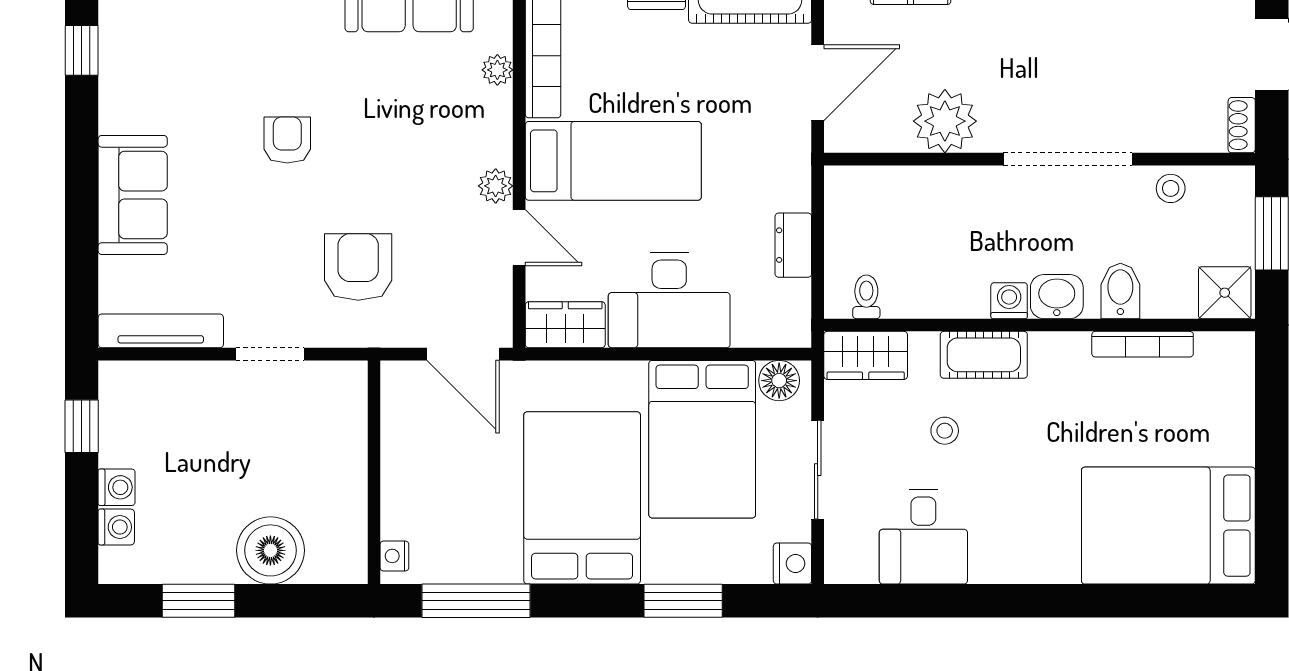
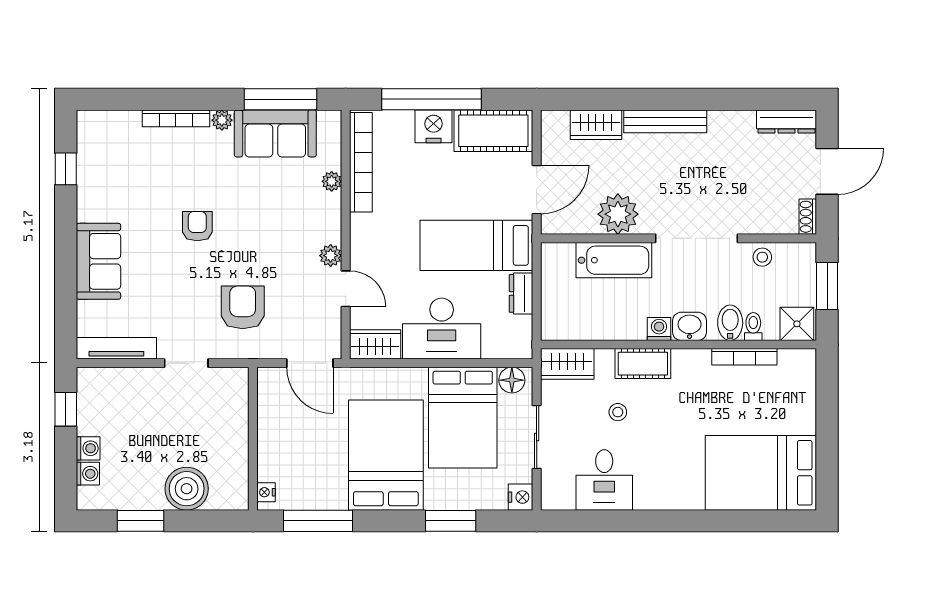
bed: (613, 161) -> (476, 245), moved, turned 180
bathtub: (939, 193) -> (614, 260), added
toilet: (866, 297) -> (753, 326), moved

